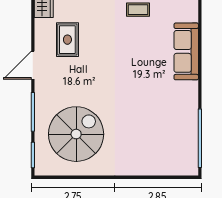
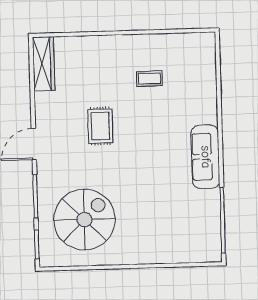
rug: (67, 40) -> (100, 126), moved
sofa: (186, 51) -> (206, 157), moved

